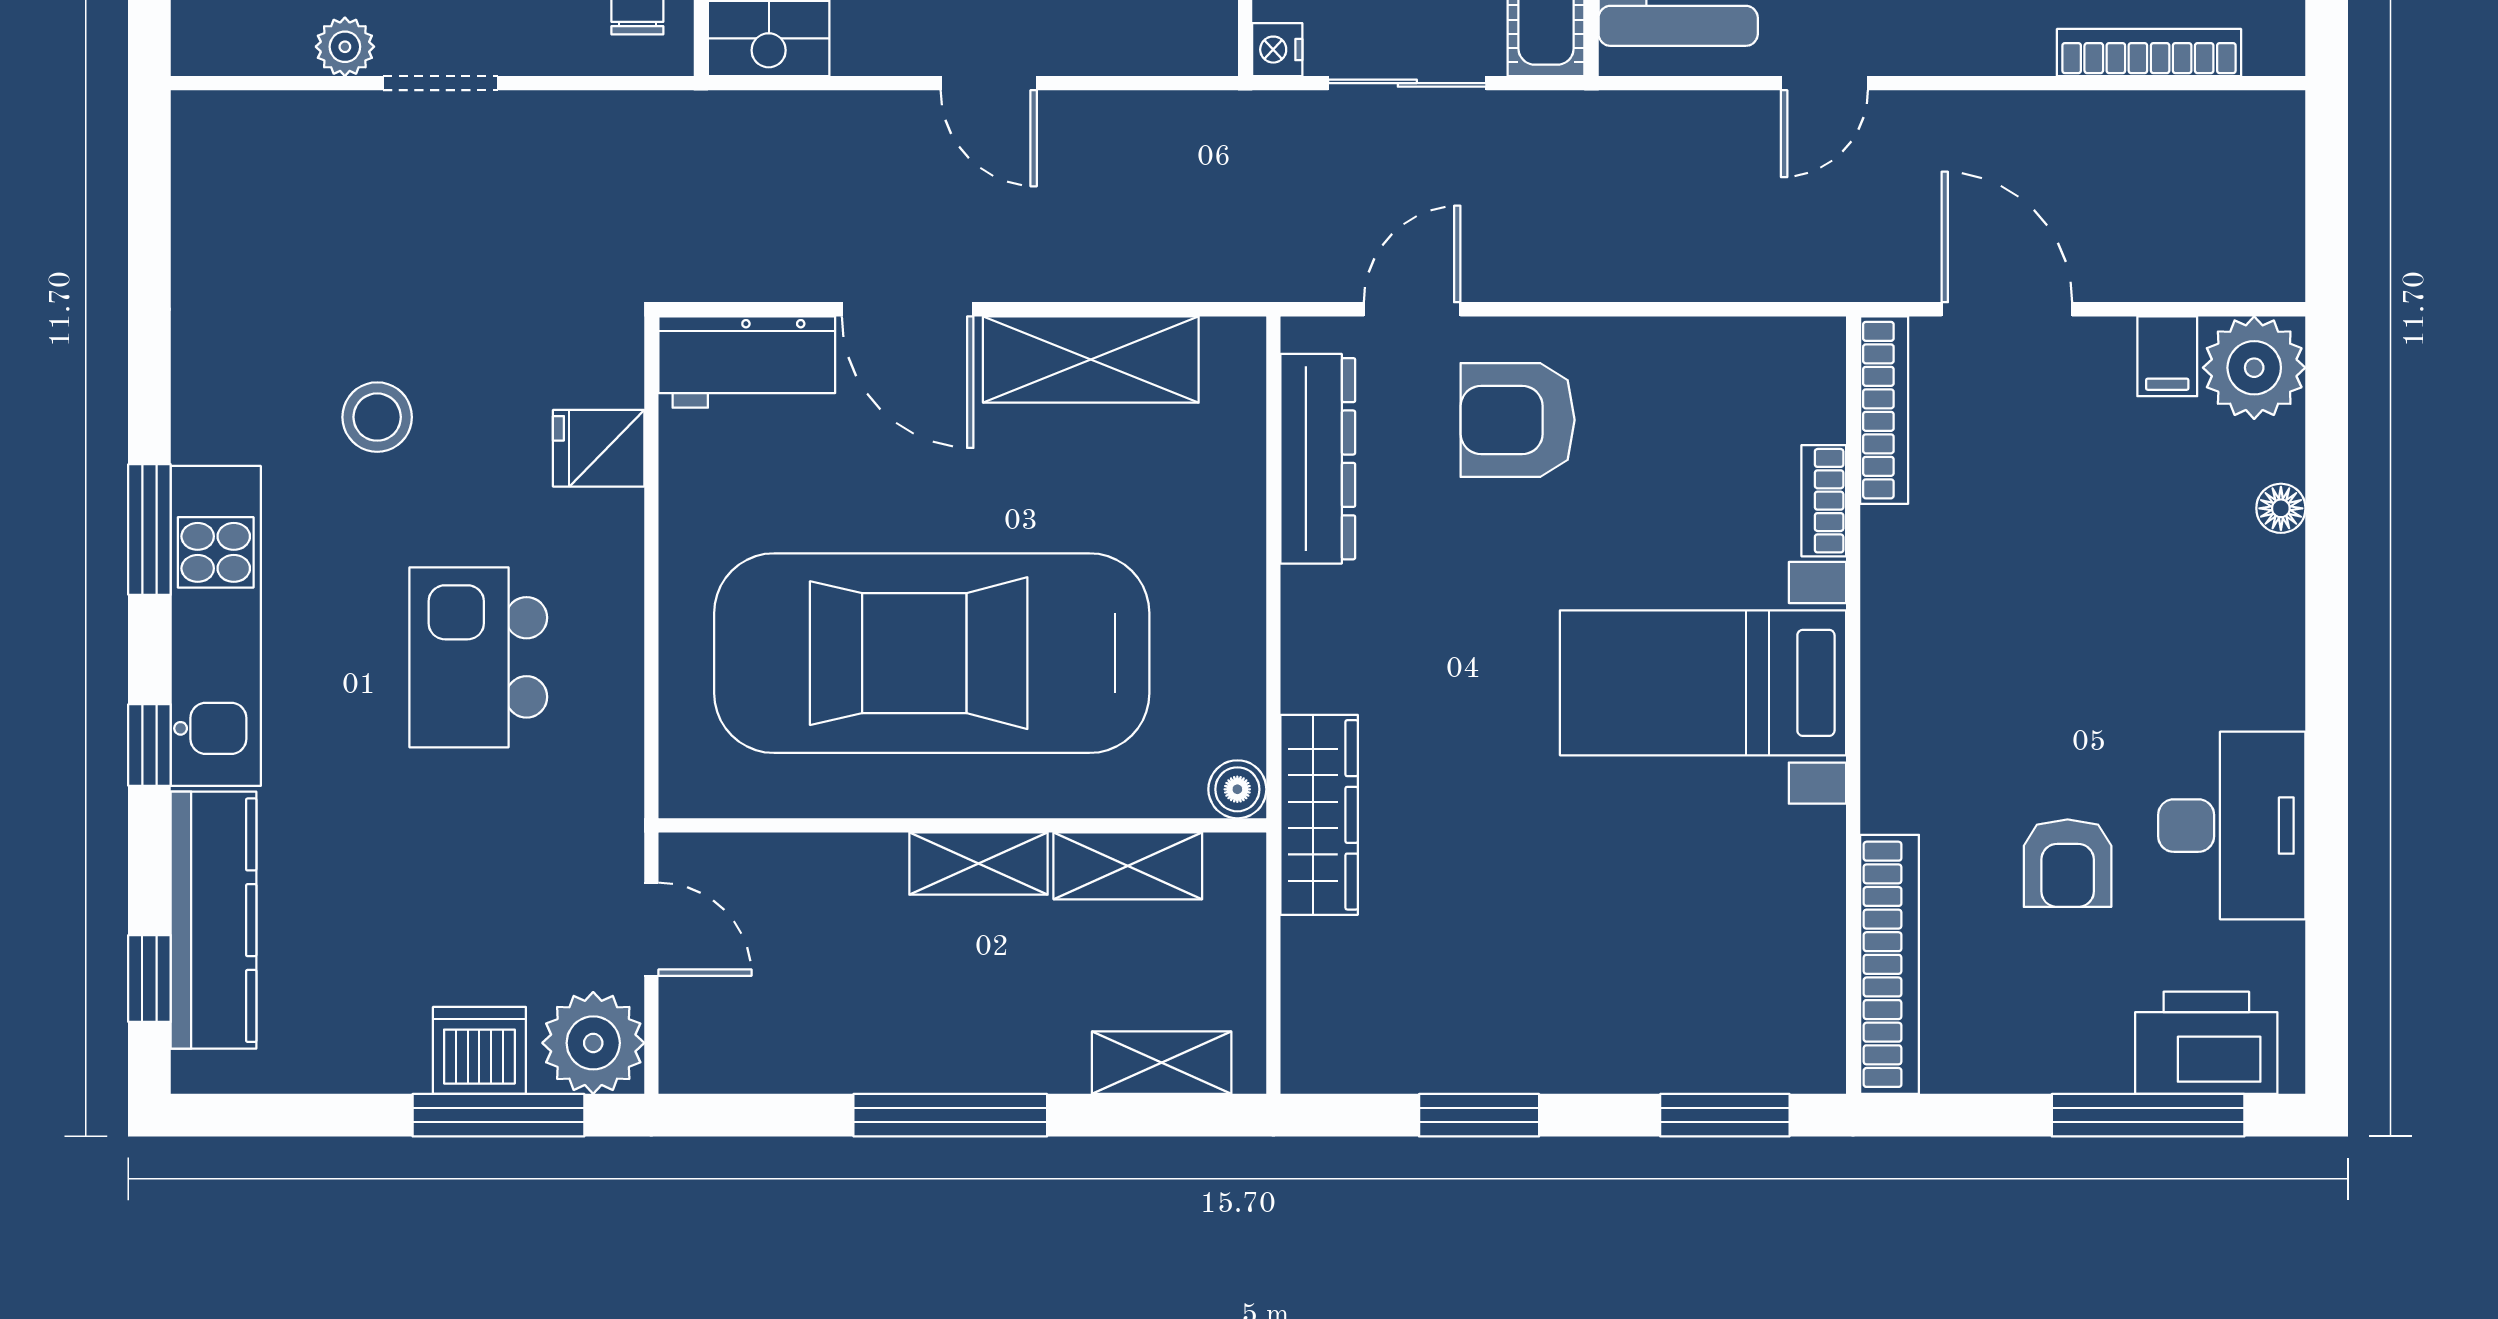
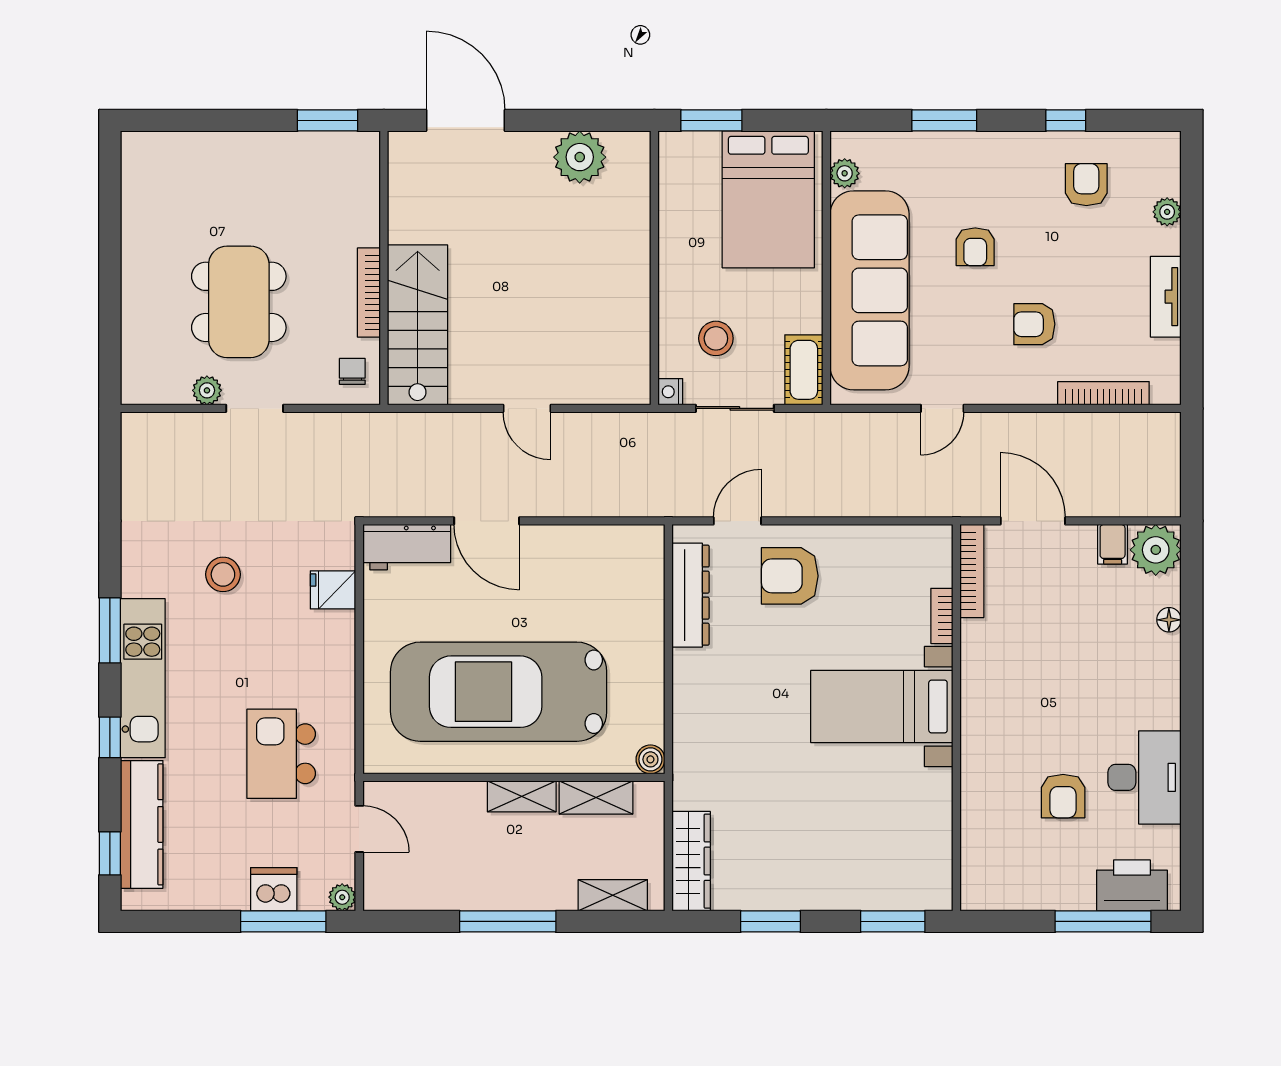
shelving: (1091, 360) -> (578, 546), removed
kitchen island: (478, 657) -> (281, 754), moved
wardrobe: (1319, 815) -> (691, 861), moved
bookcase: (1890, 964) -> (975, 846), removed
plant: (593, 1043) -> (342, 897), width x0.53, depth x0.53

